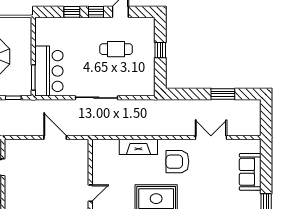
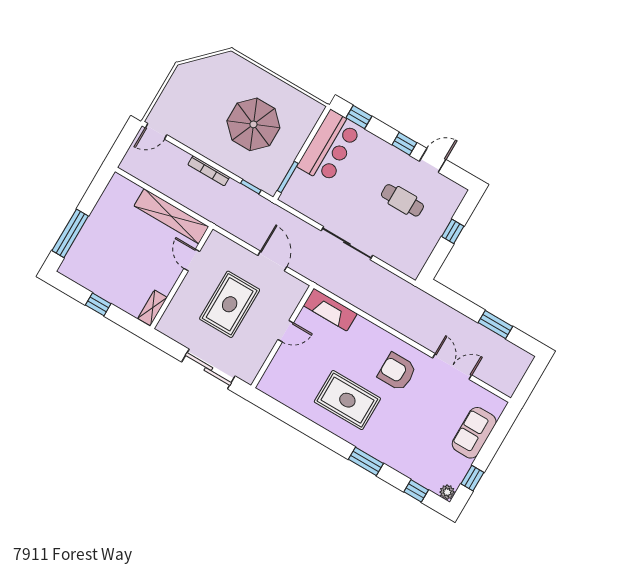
window: (72, 12) -> (359, 117), moved
bar counter: (49, 71) -> (329, 147), moved
fireplace: (138, 147) -> (330, 310), moved
rug: (44, 181) -> (230, 304), added
door: (90, 193) -> (286, 331), moved

